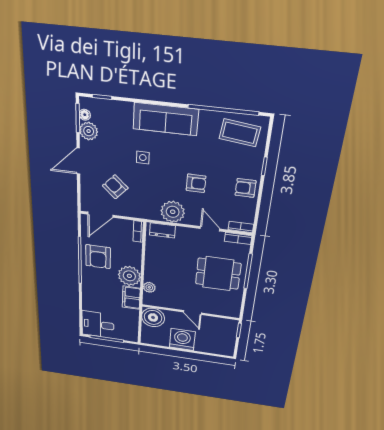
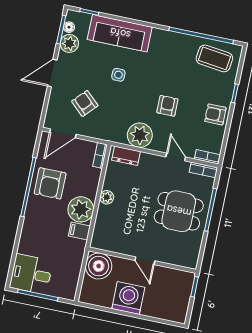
sofa: (166, 119) -> (120, 33), moved
armchair: (196, 183) -> (167, 106), turned -90
plant: (149, 287) -> (107, 197), moved
filing cabinet: (131, 298) -> (79, 231), width x0.50

